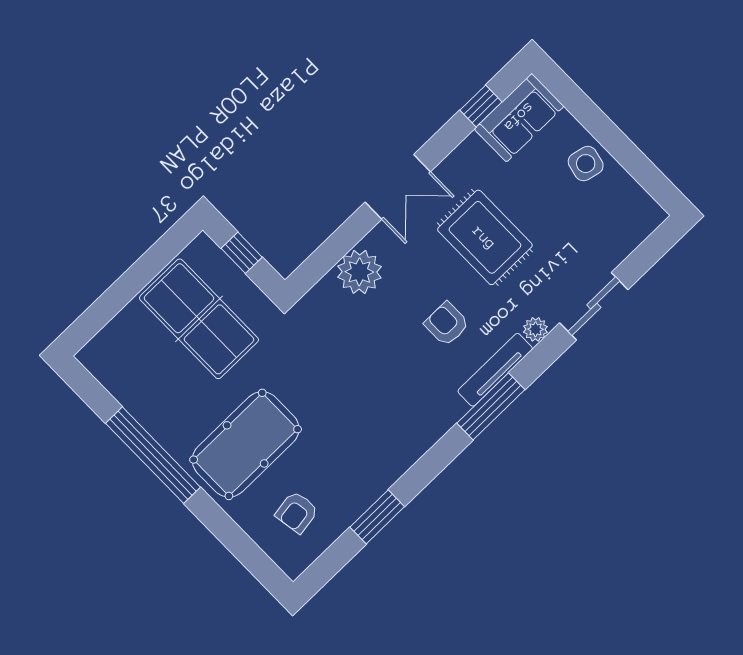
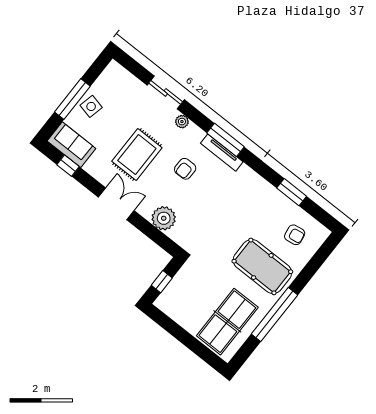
window: (604, 130) -> (72, 99), added
table tennis table: (199, 319) -> (227, 322), moved
tv unit: (495, 370) -> (222, 153), moved

